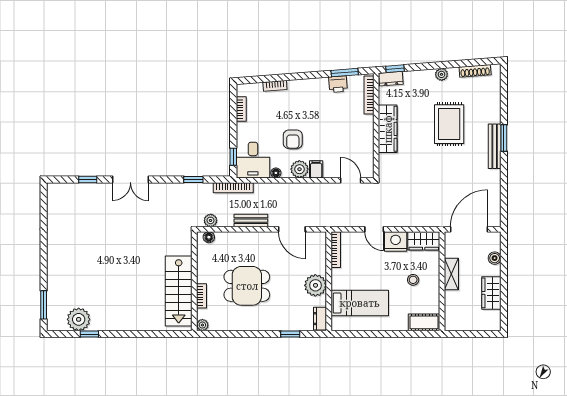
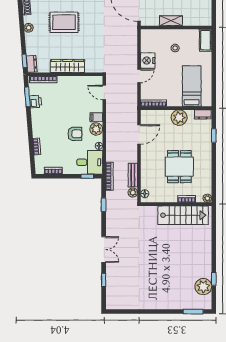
door: (351, 180) -> (104, 93), hinge flipped
bench: (251, 221) -> (133, 175), moved
wardrobe: (424, 241) -> (147, 40), removed

